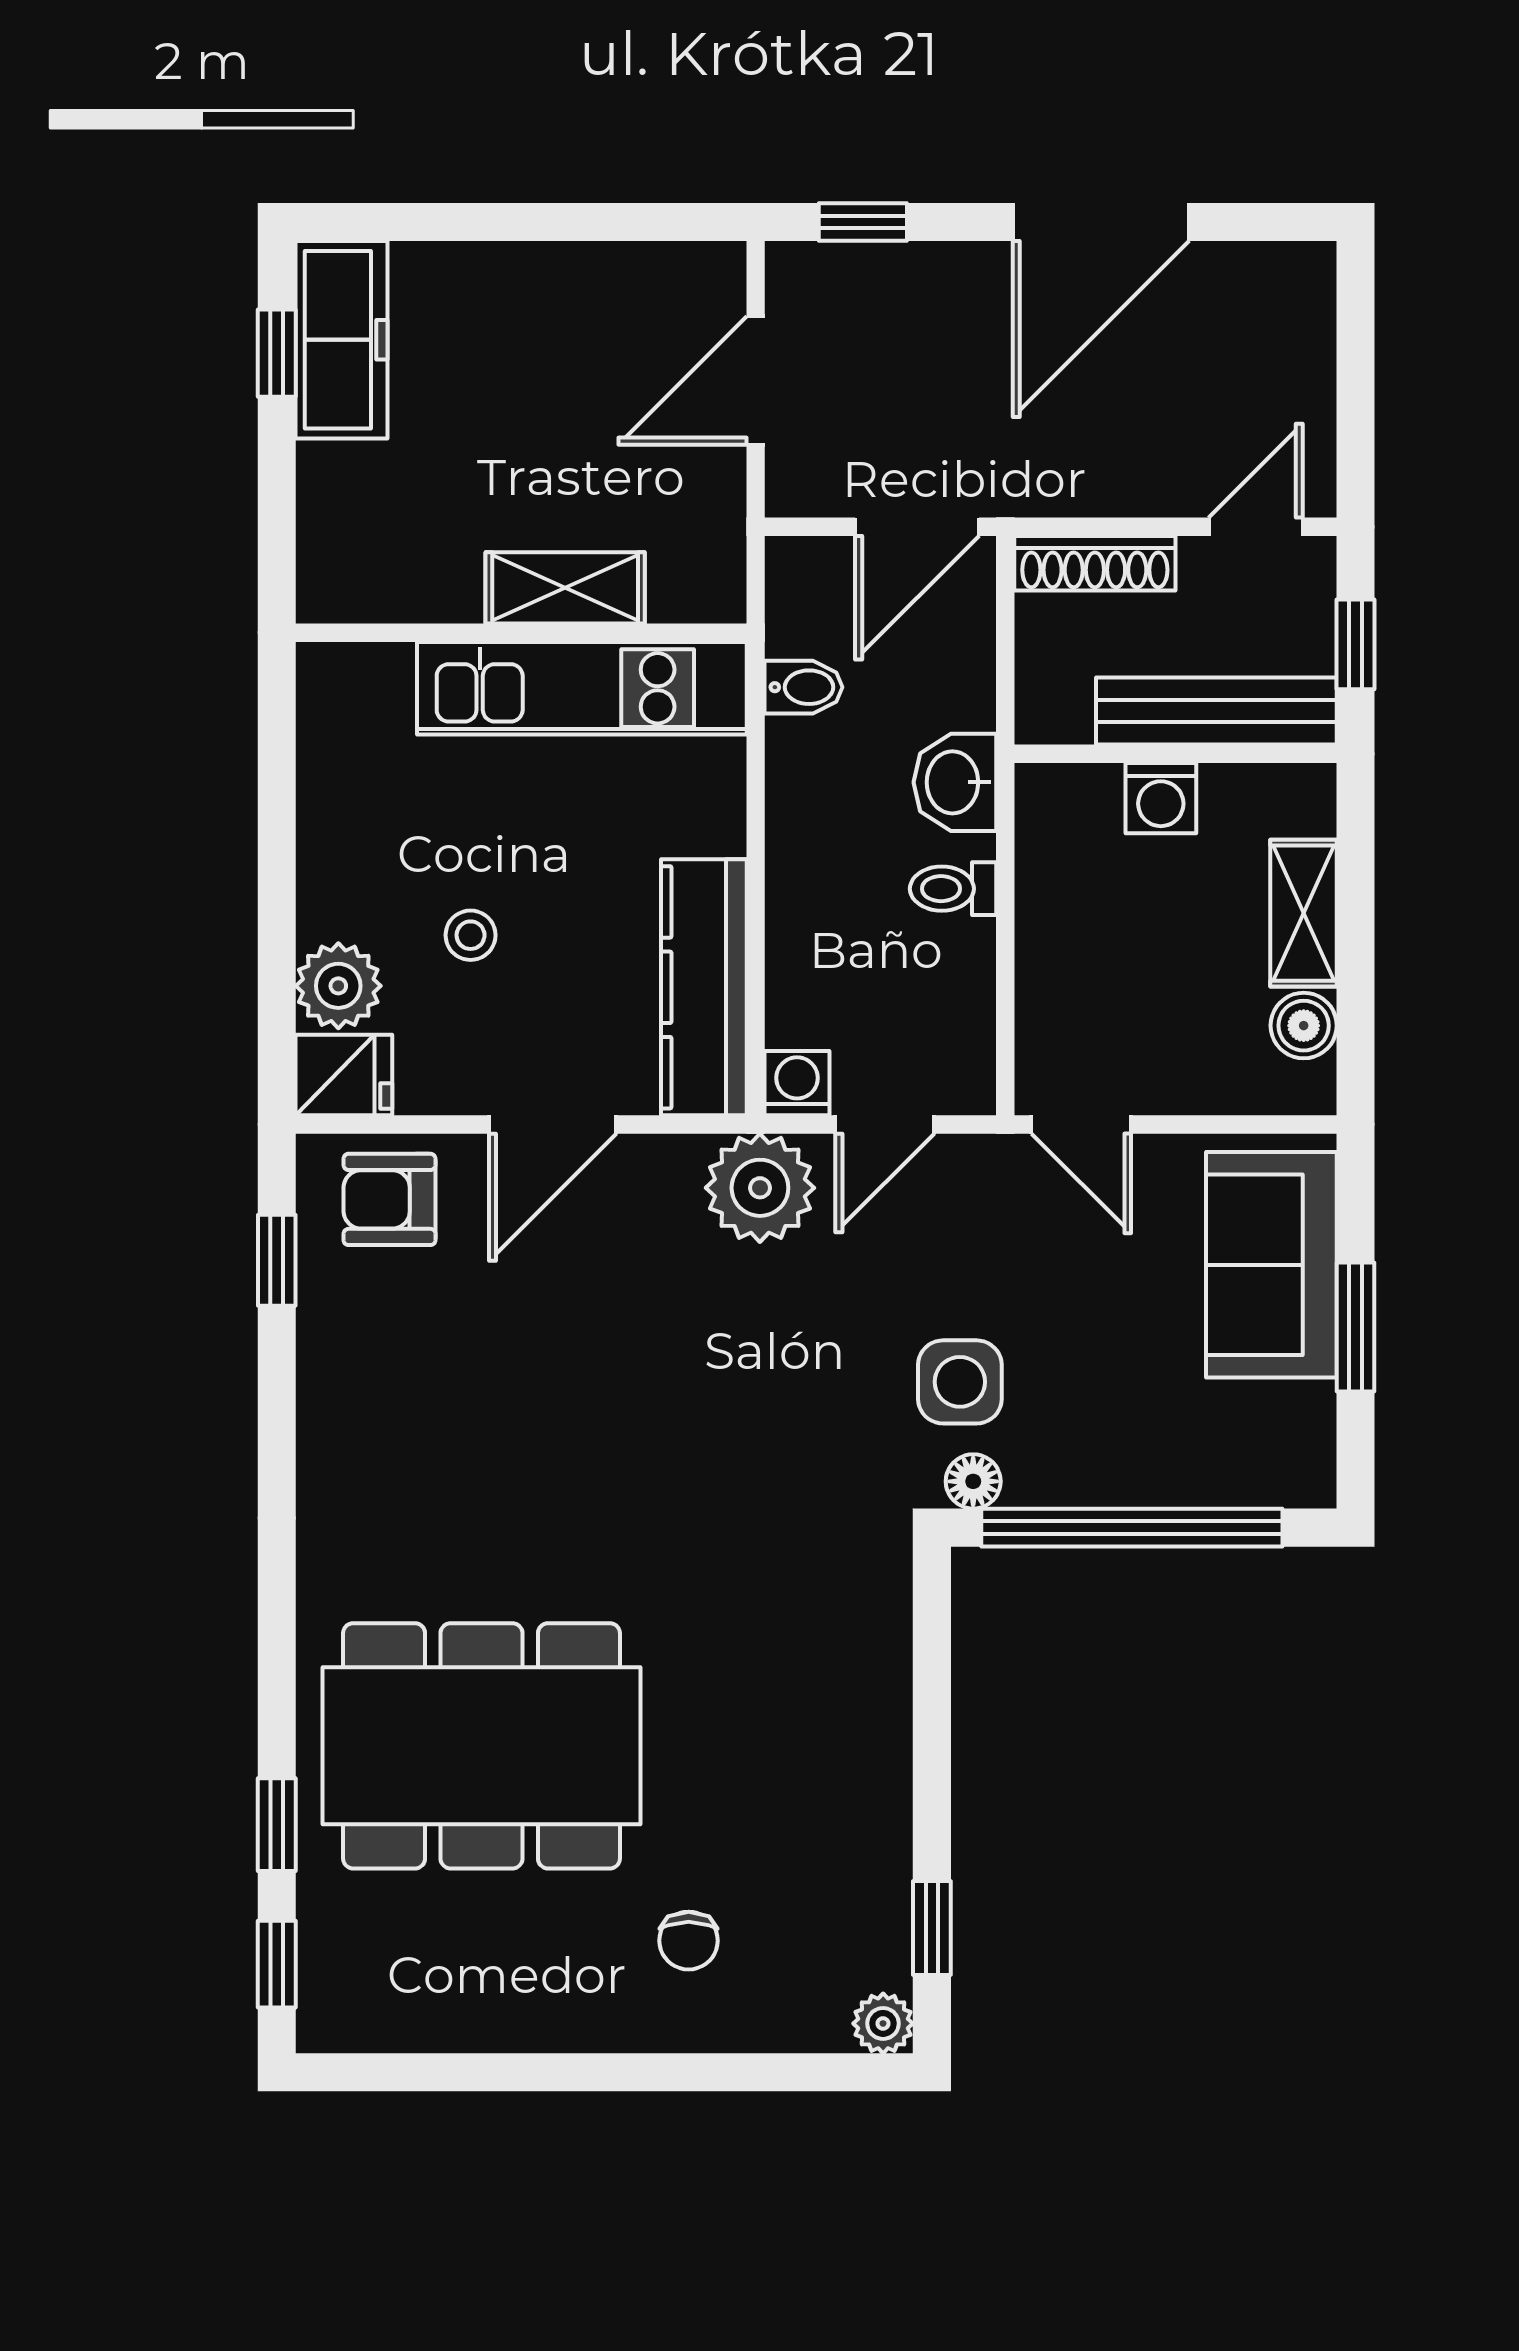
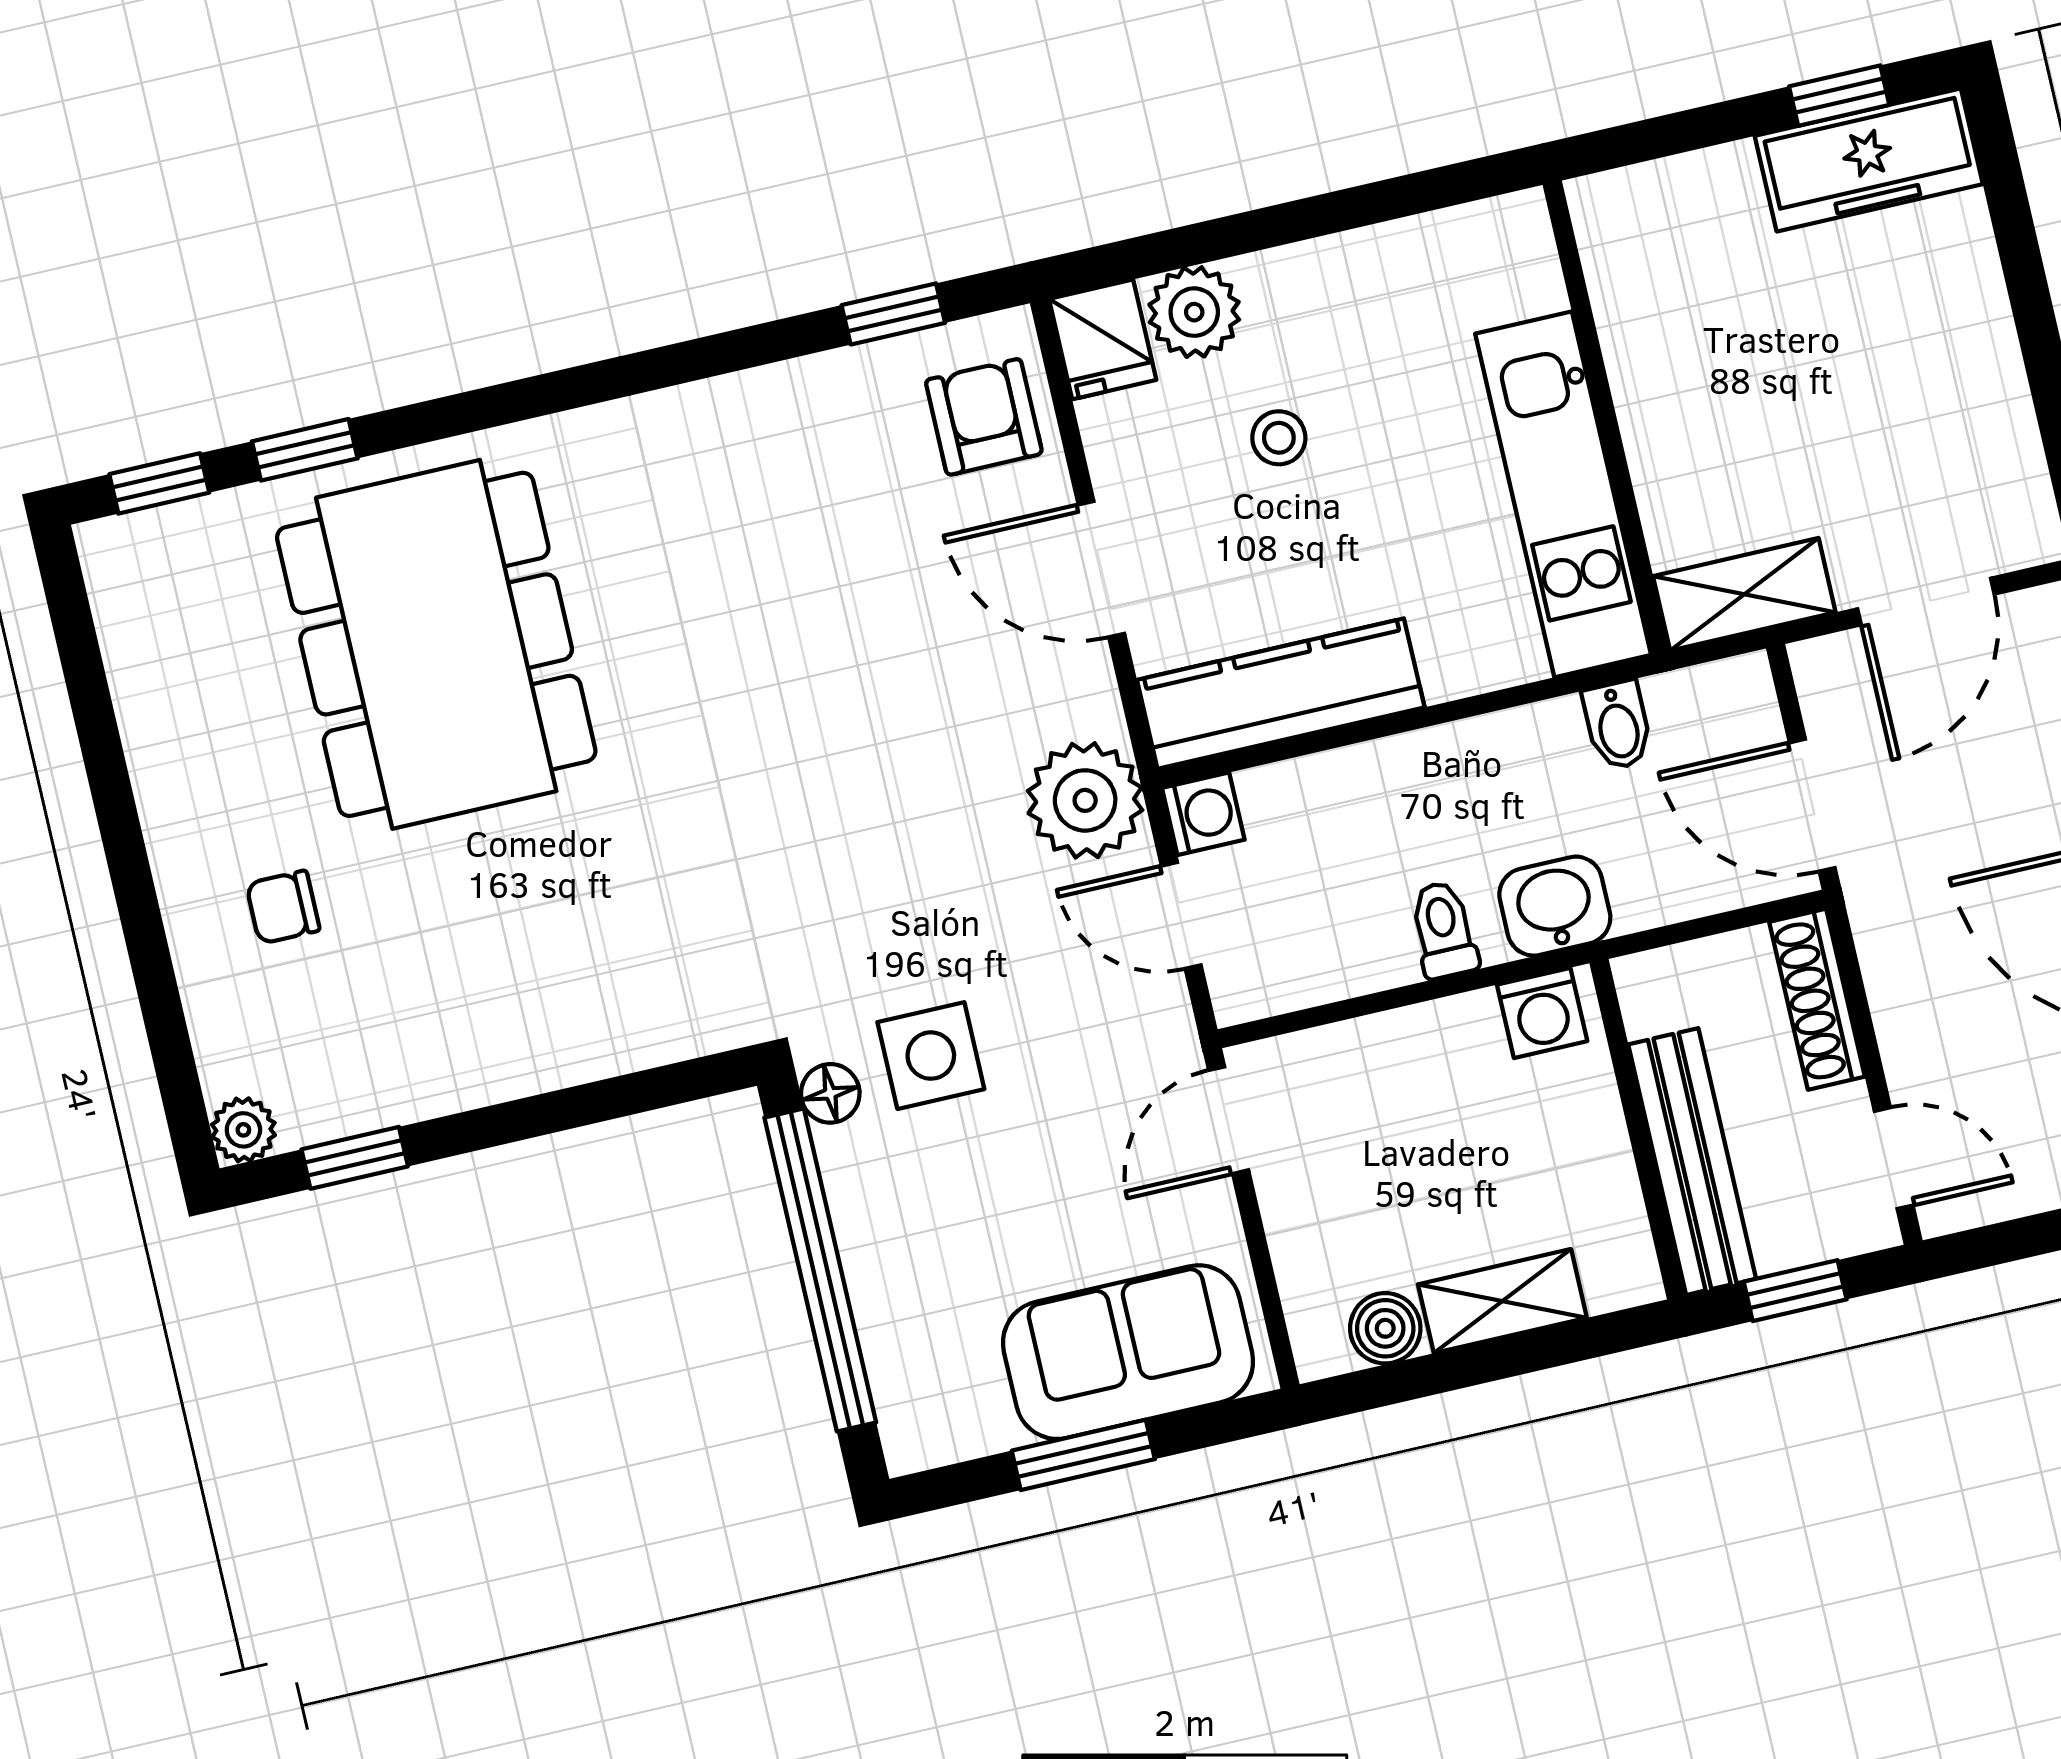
door: (756, 380) -> (1926, 602), swing flipped
shelving: (565, 588) -> (1744, 594), moved, turned 90
washing machine: (1161, 798) -> (1542, 1013), moved, turned -90

